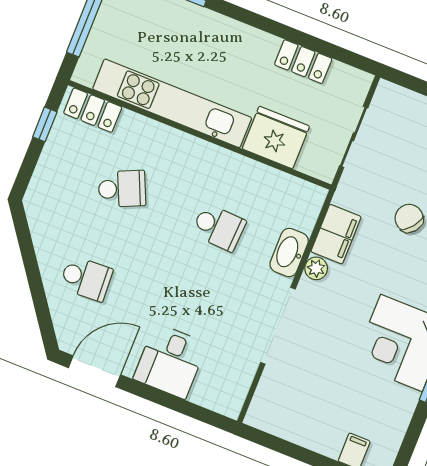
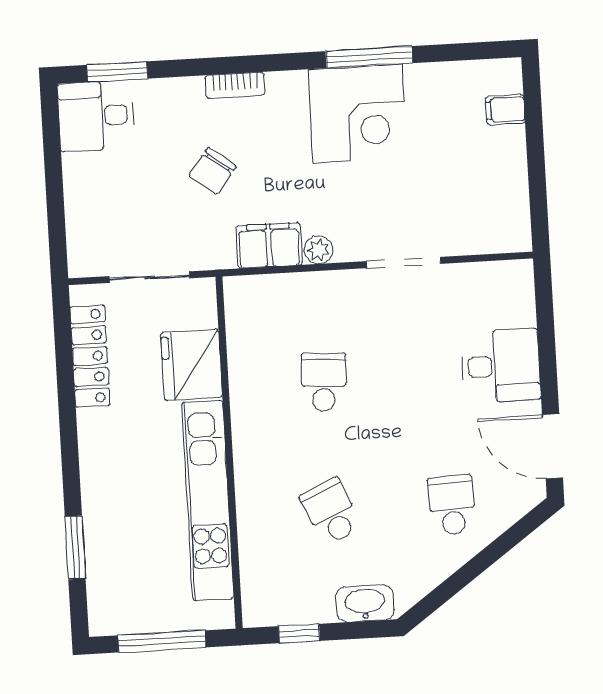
locker: (303, 62) -> (90, 356), width x1.53
locker: (93, 110) -> (258, 587), removed
washbasin: (289, 253) -> (365, 603), moved, turned 180
doorway: (278, 326) -> (404, 263), width x0.73

